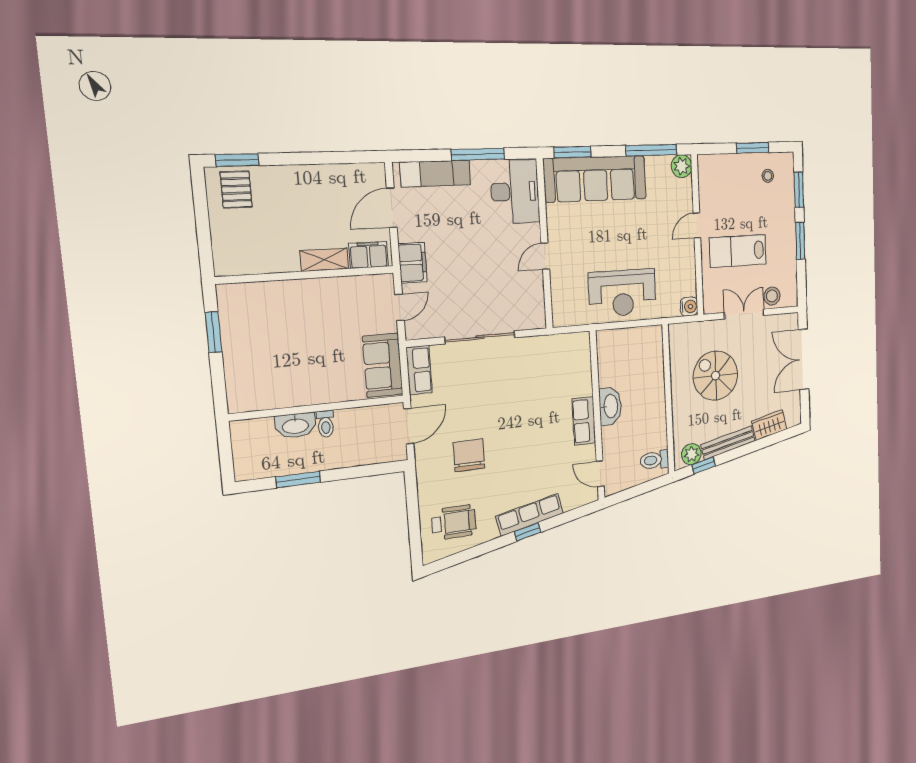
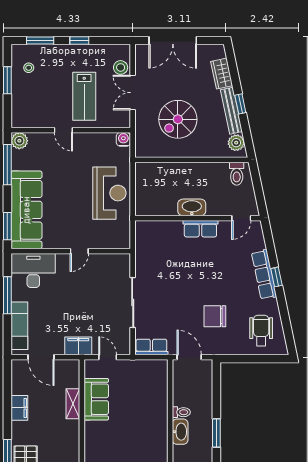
window: (800, 241) -> (79, 41), width x0.67
filing cabinet: (369, 255) -> (19, 408), moved, turned 180
door: (545, 256) -> (79, 251), hinge flipped
sofa: (383, 365) -> (96, 399), moved, turned -90
window: (704, 465) -> (240, 104), moved

